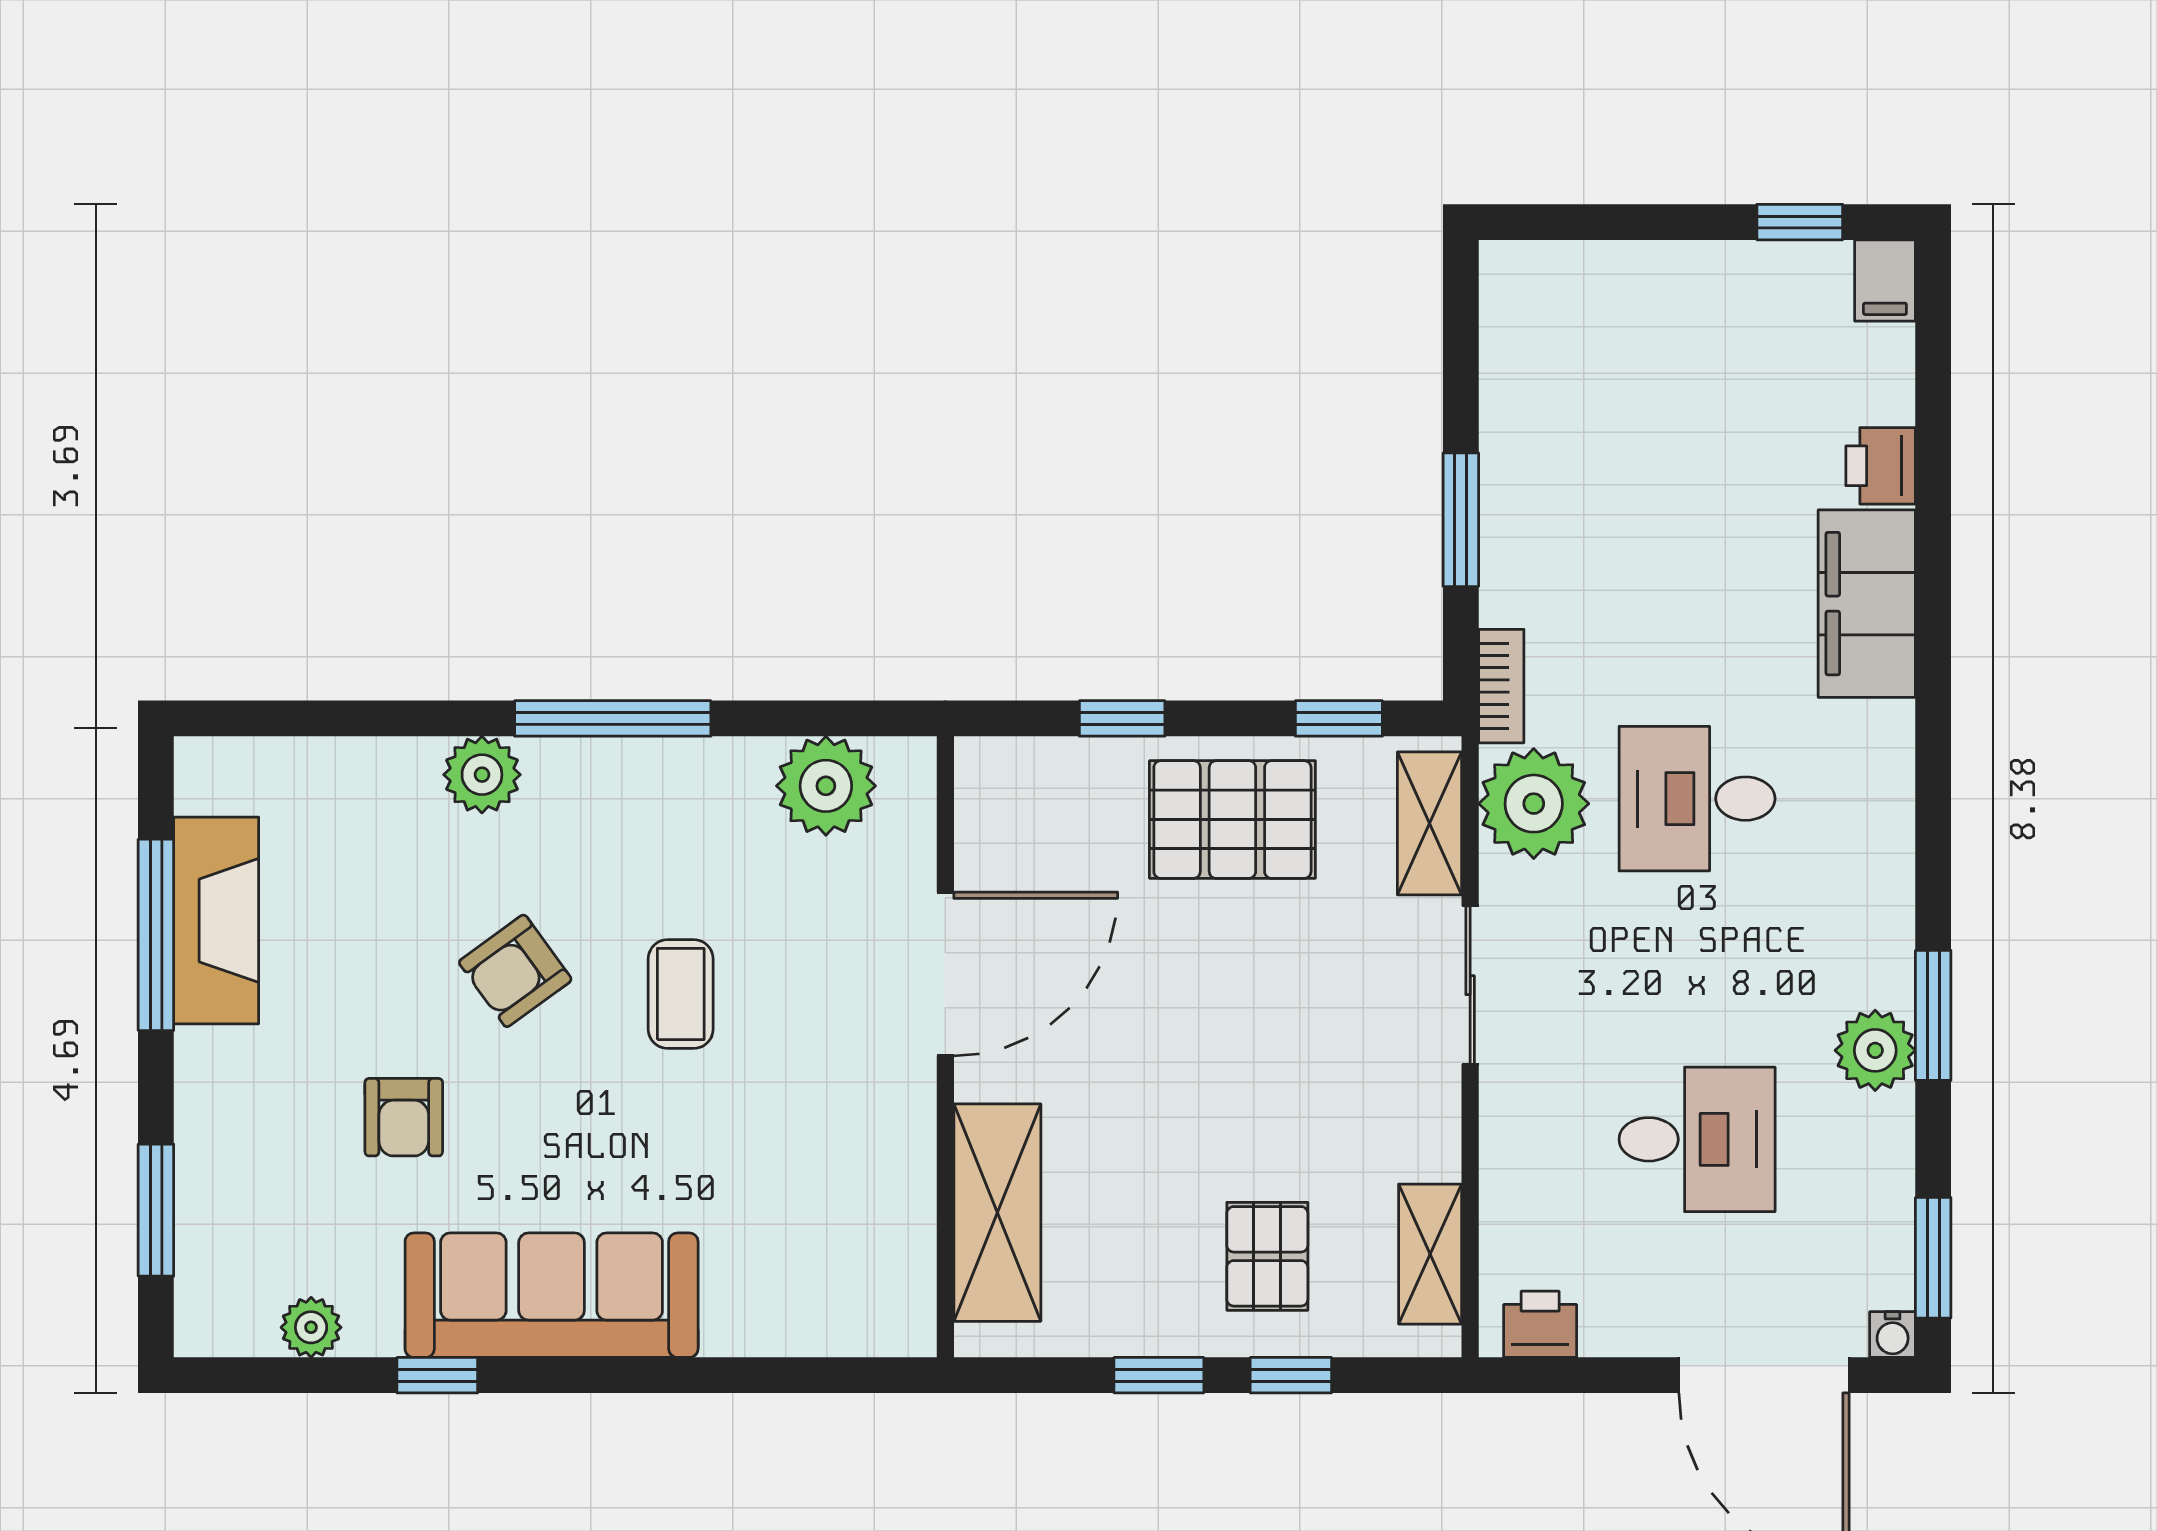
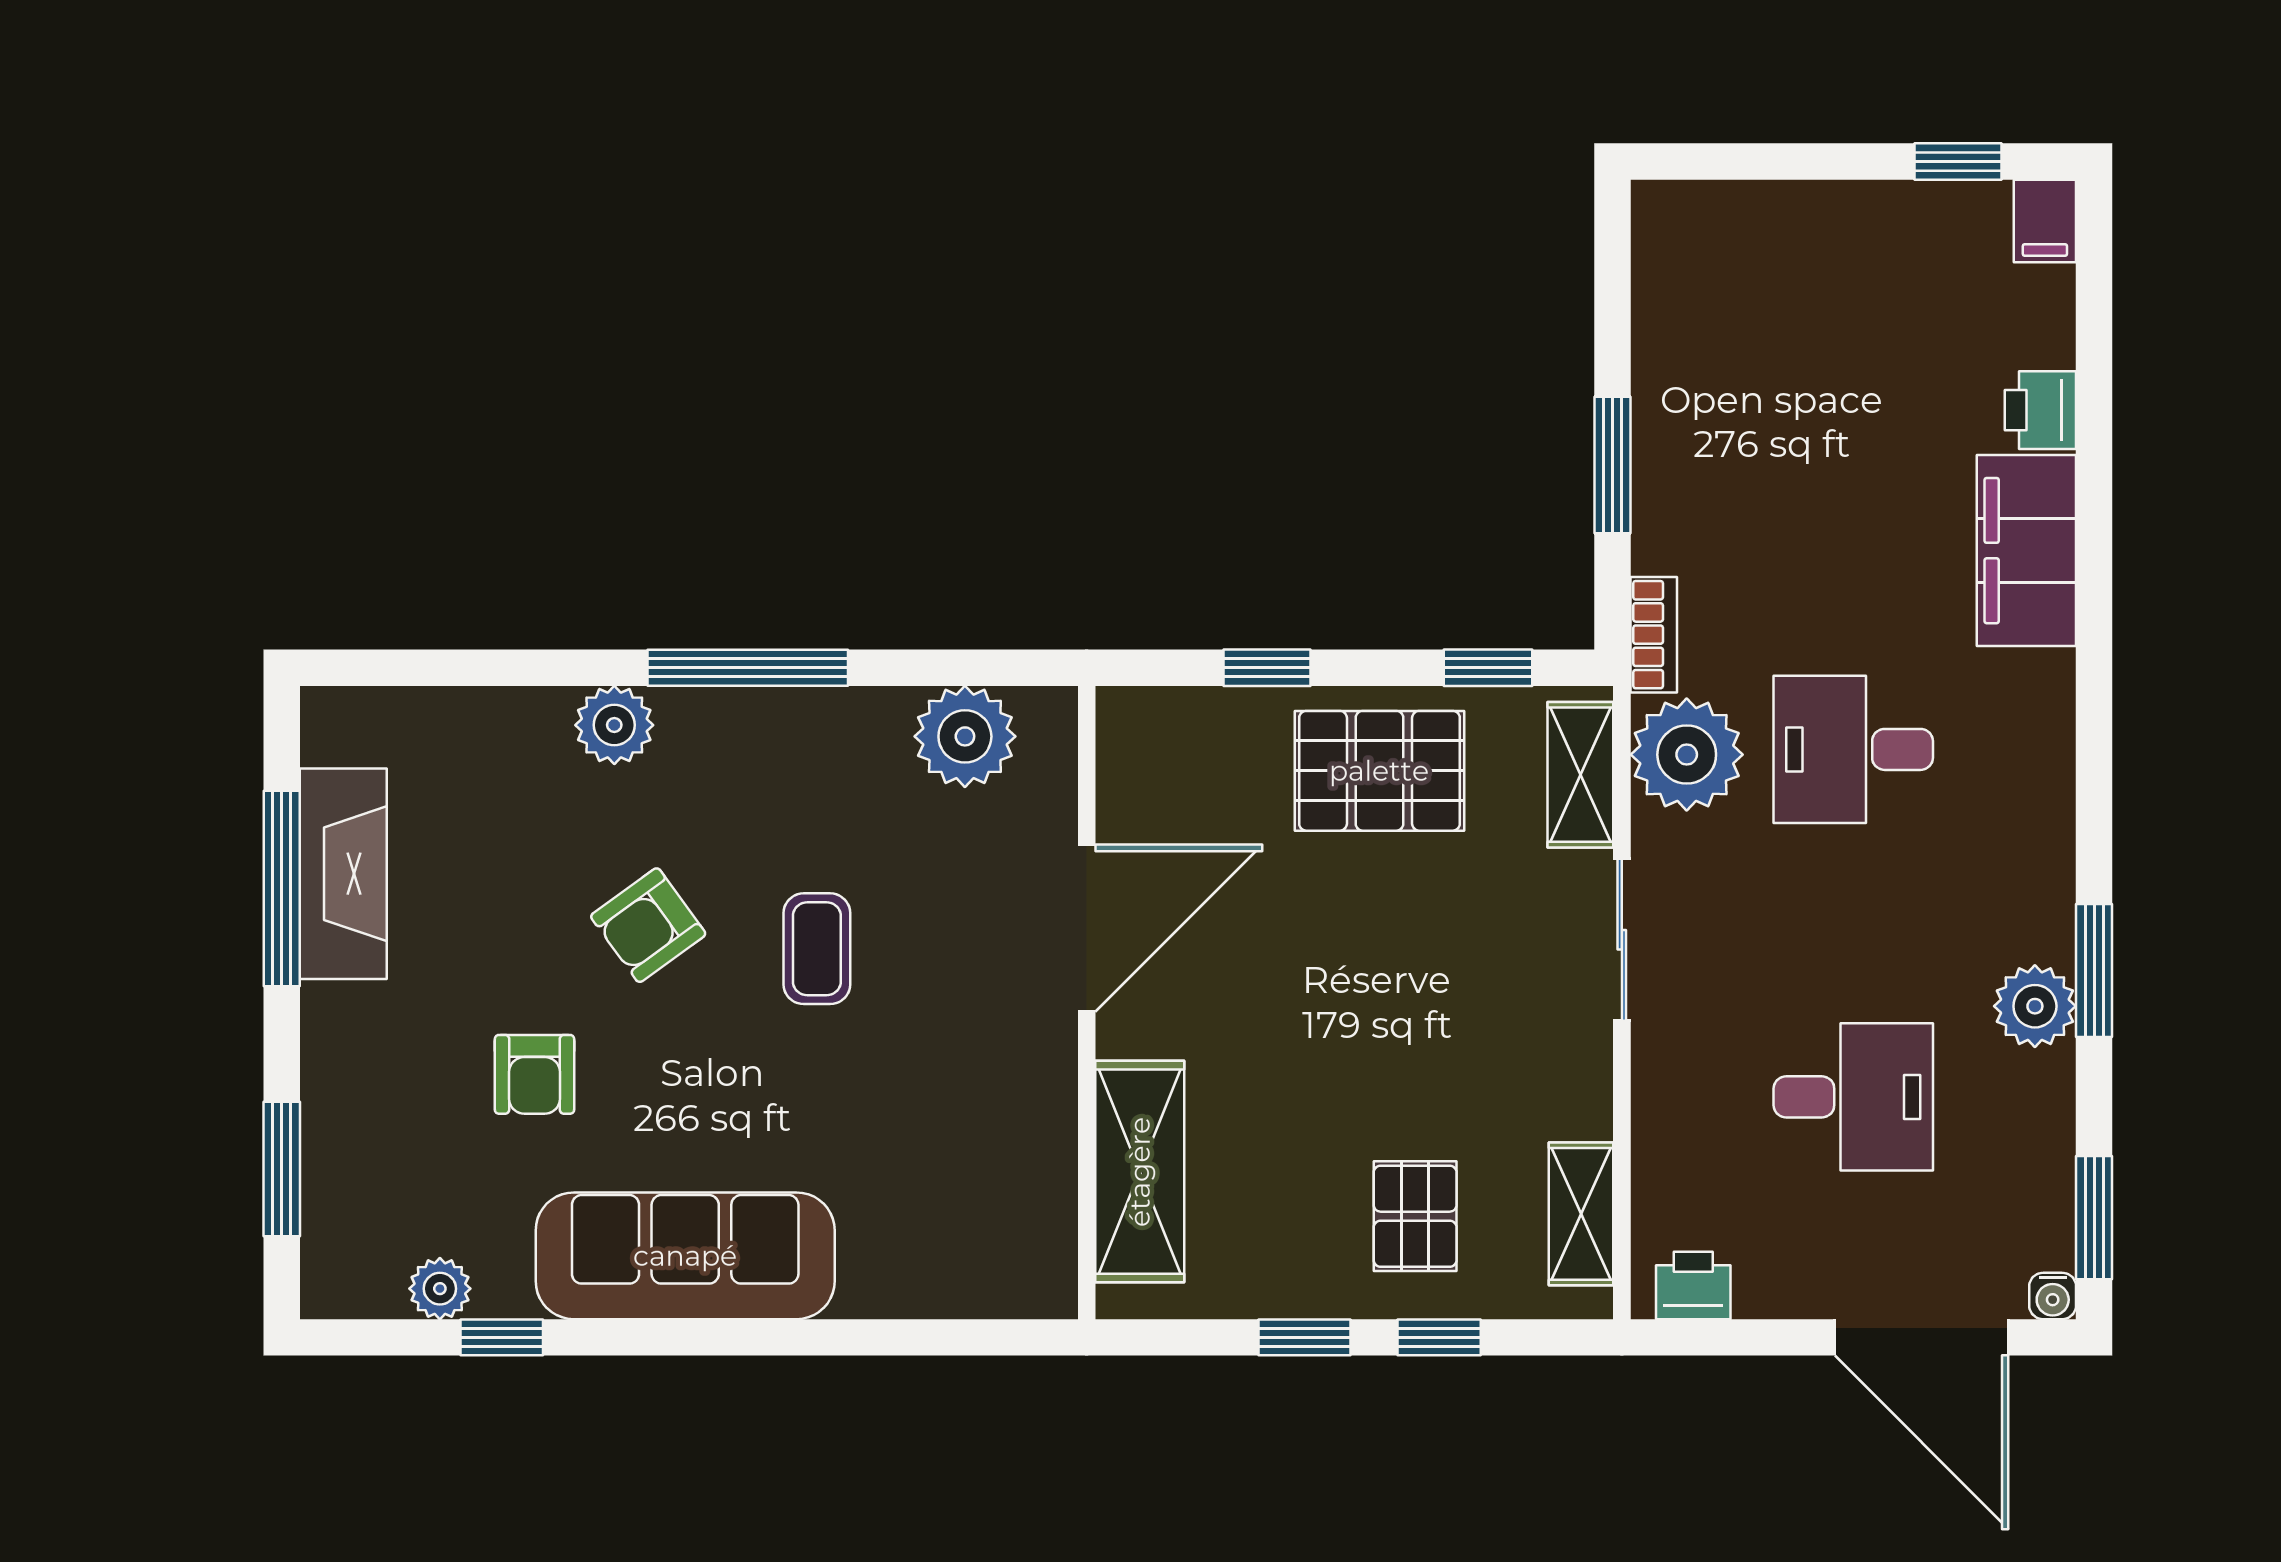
window: (437, 1375) -> (502, 1337), moved

